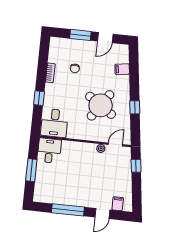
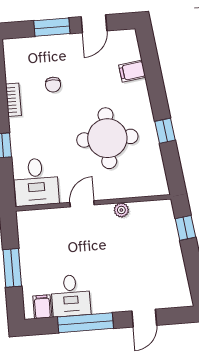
round table: (101, 105) -> (107, 138), turned -34
door: (115, 144) -> (82, 204), moved
desk: (49, 151) -> (71, 296), moved, turned 180
filing cabinet: (118, 204) -> (42, 307), moved

